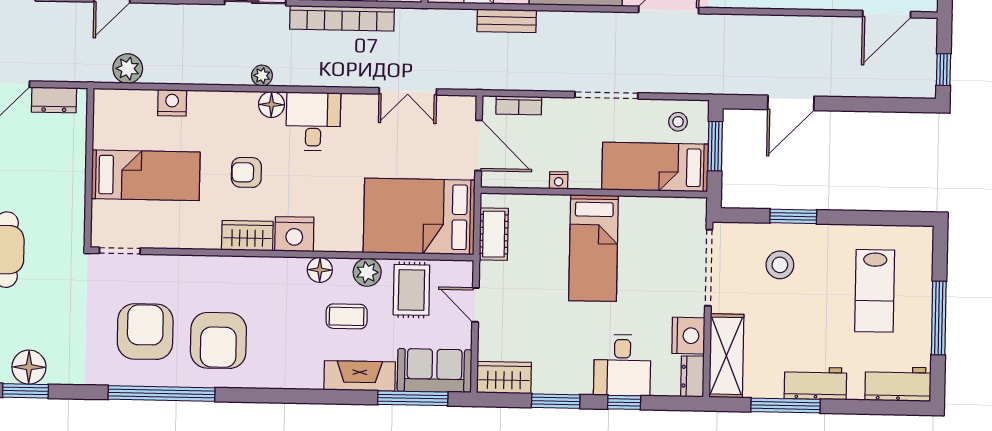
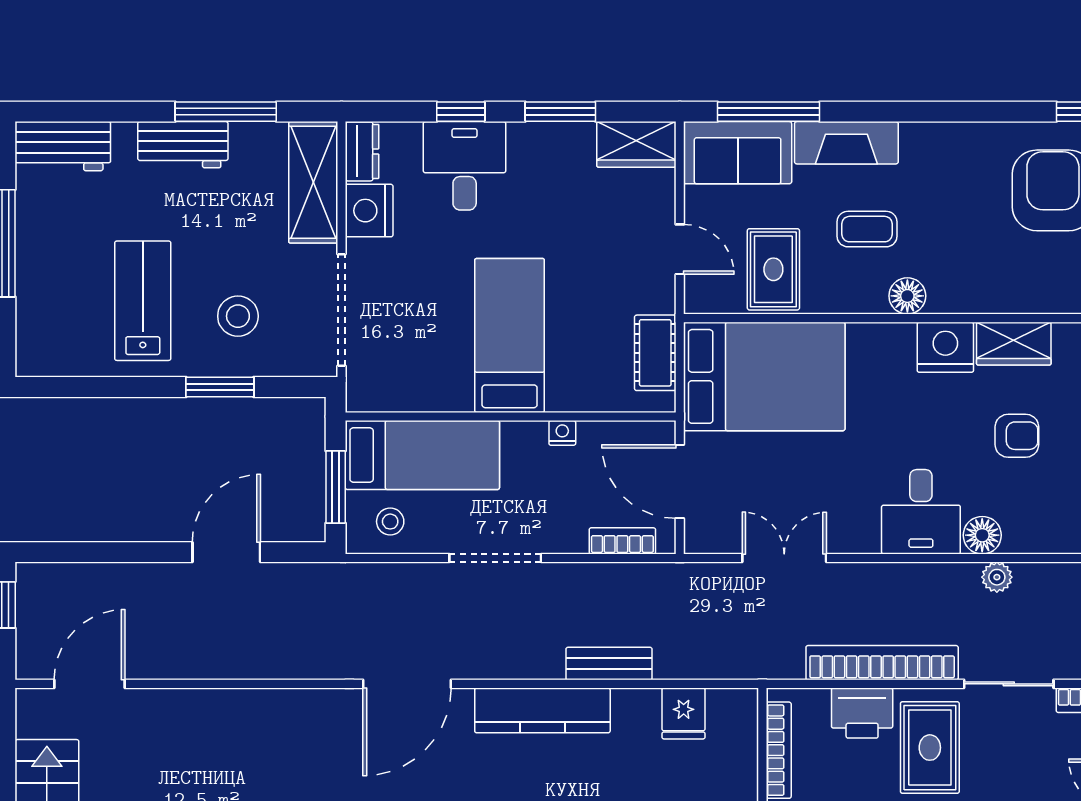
bench: (507, 21) -> (609, 664), moved
plant: (367, 272) -> (838, 294), removed
lab bench: (875, 291) -> (143, 301), moved

